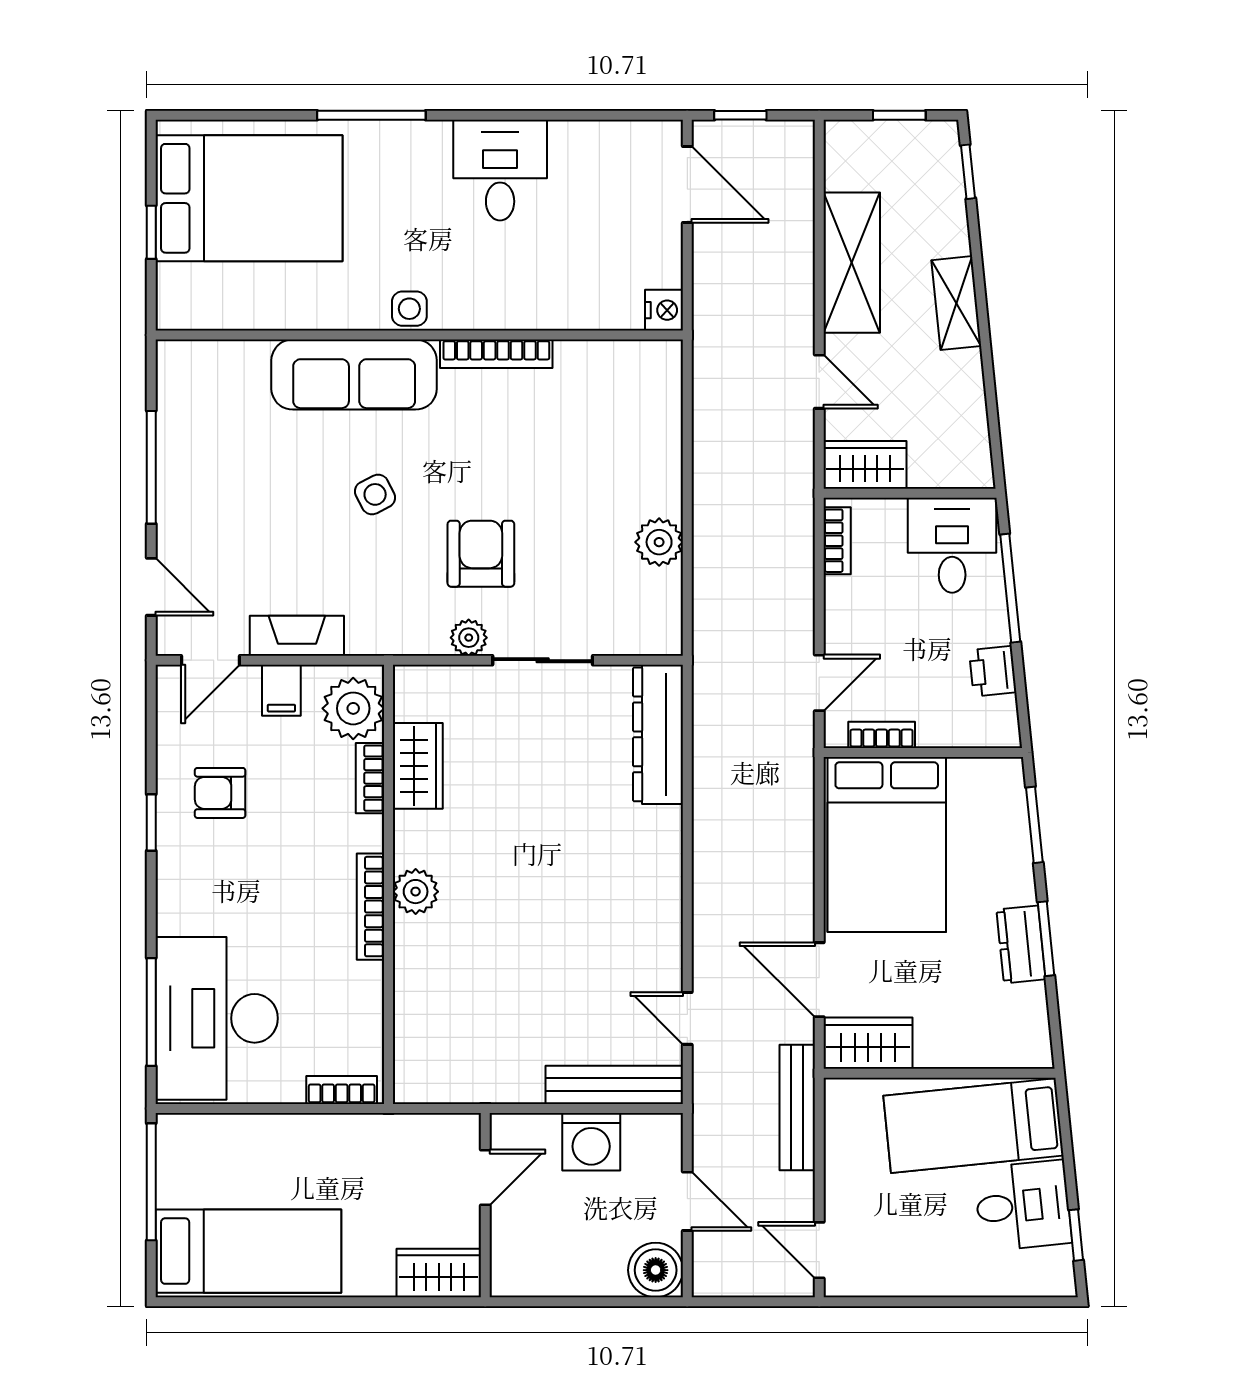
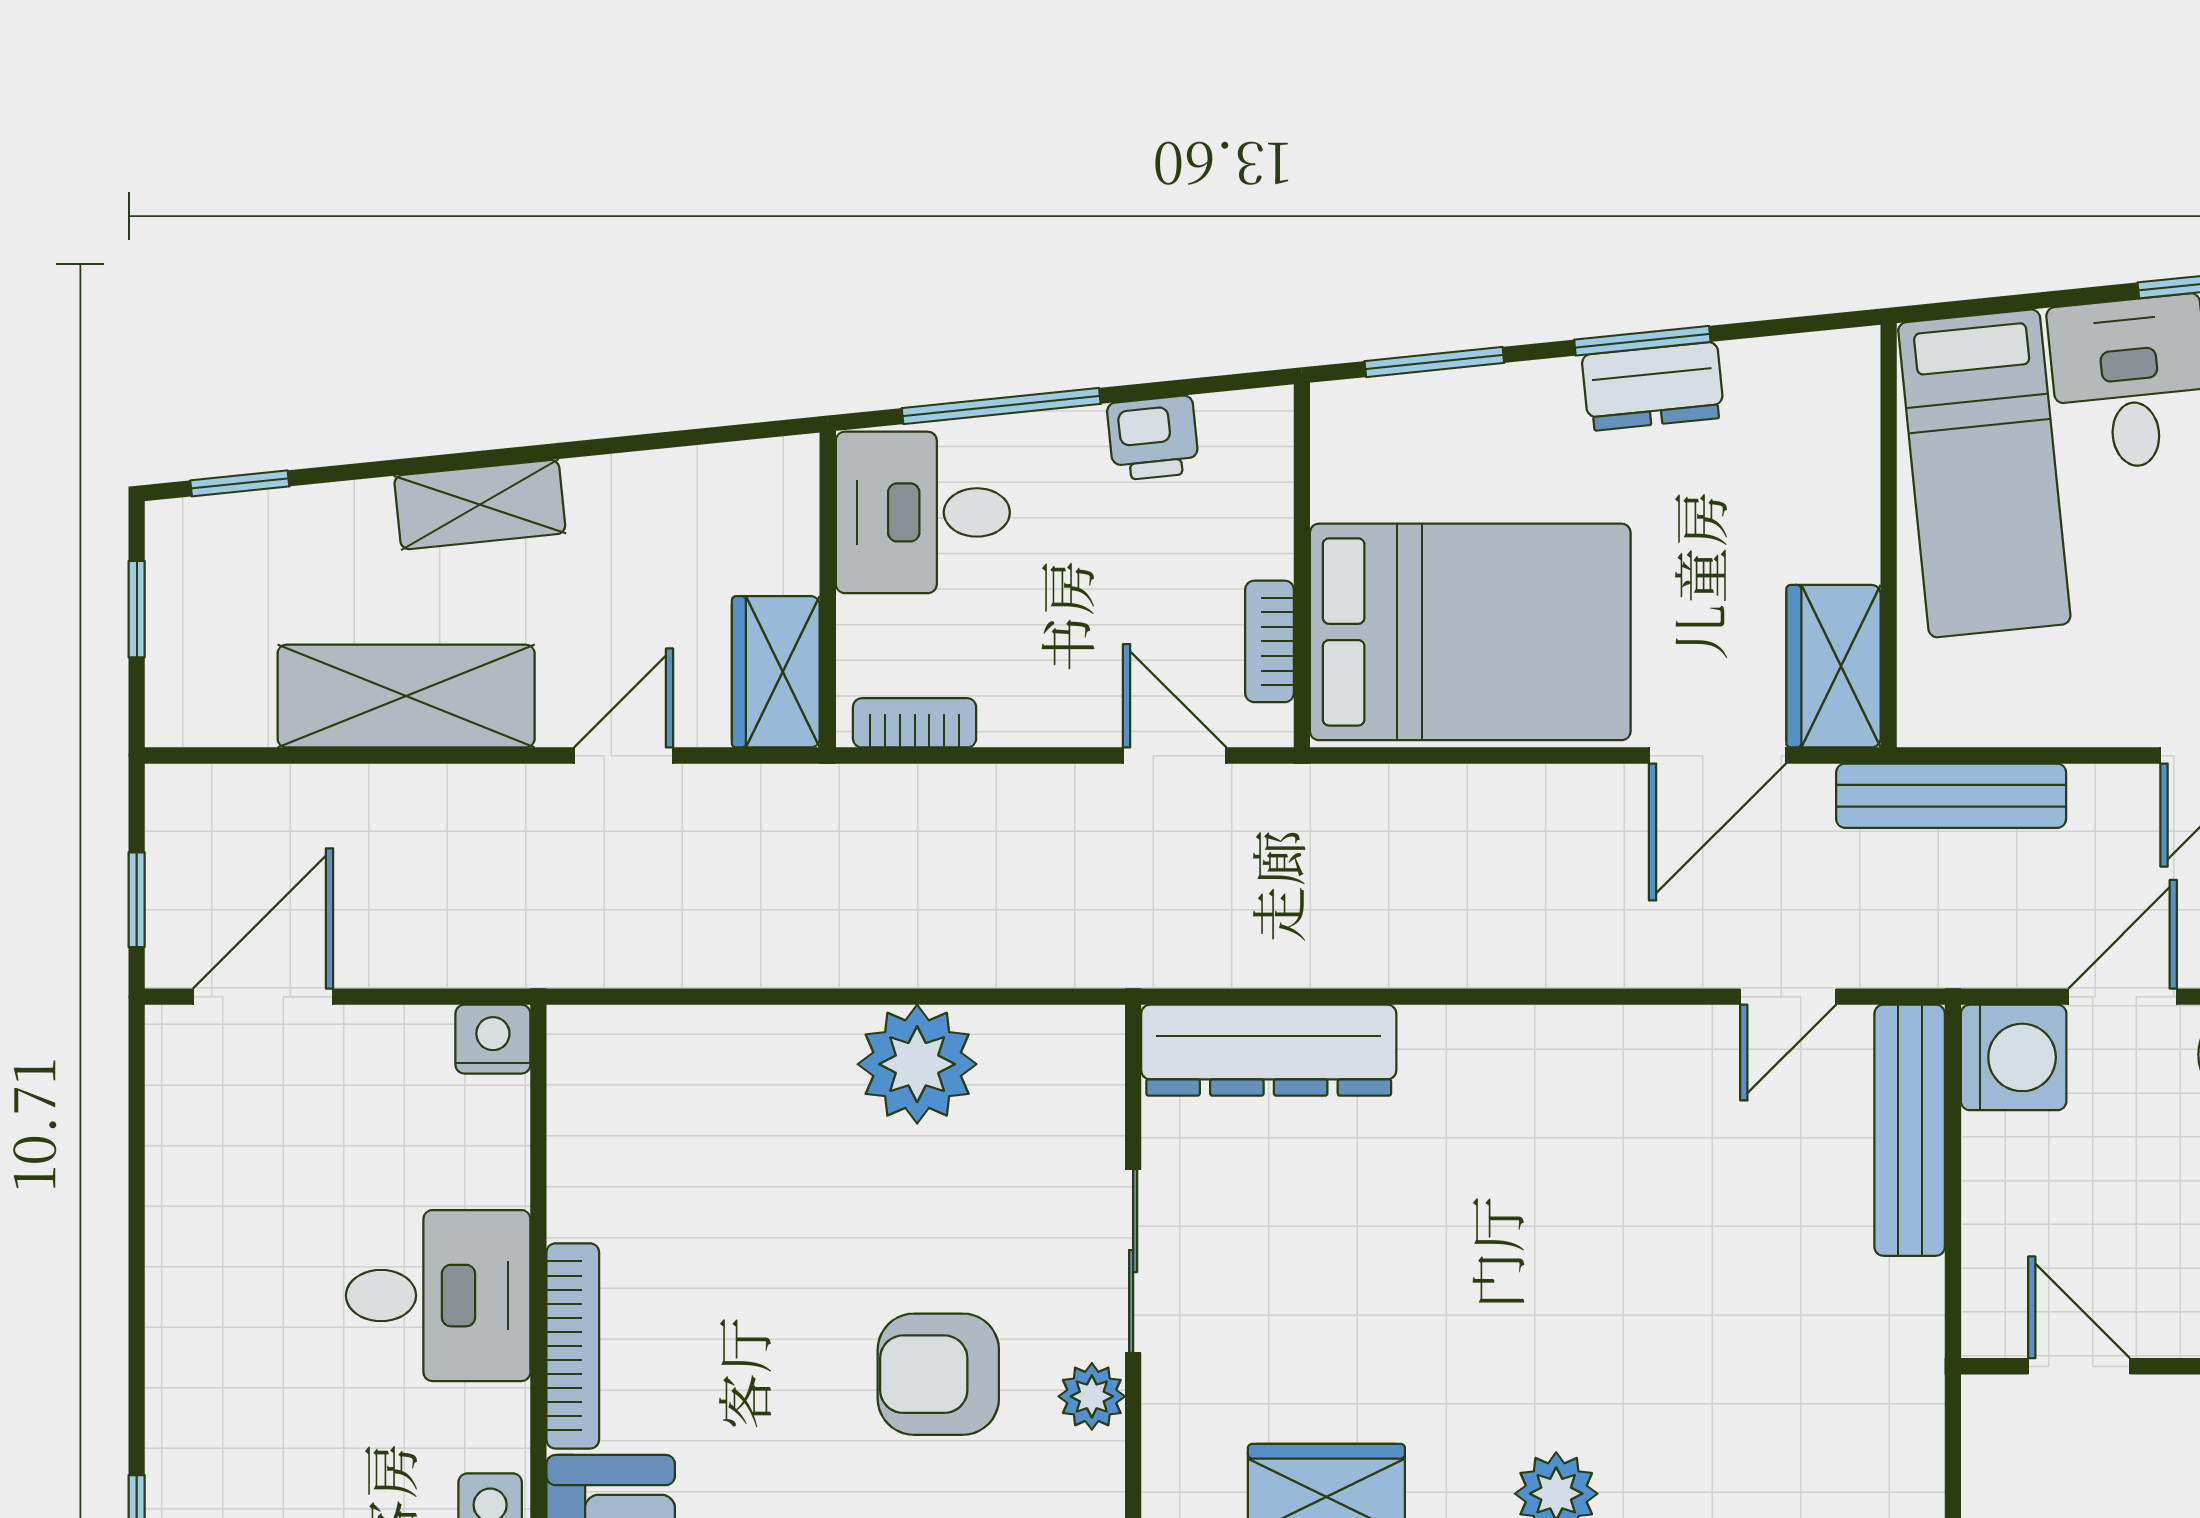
desk: (500, 170) -> (438, 1296), moved, turned 180
plant: (659, 542) -> (917, 1064), width x1.36, depth x1.36
washing machine: (591, 1142) -> (2014, 1057), moved

